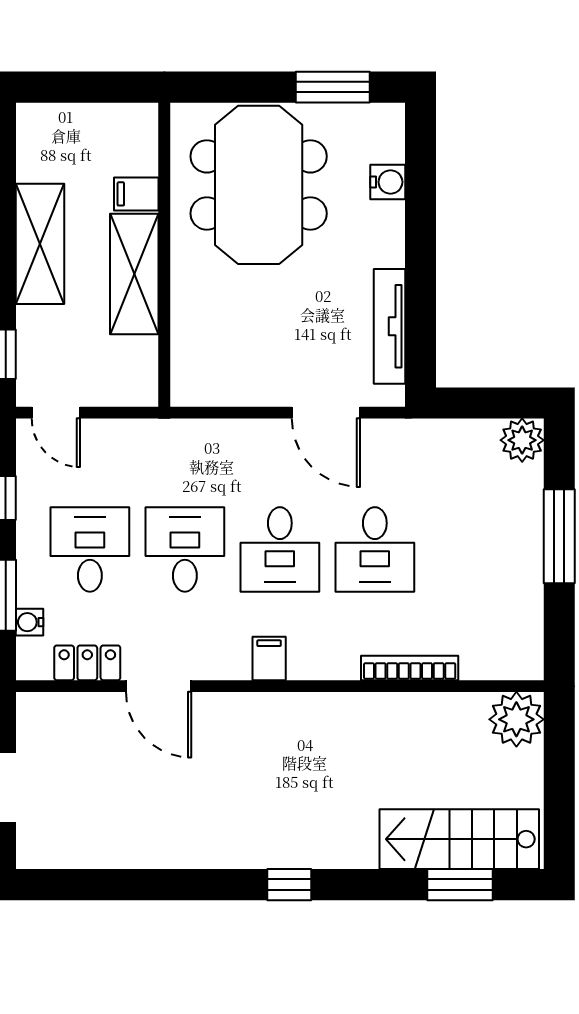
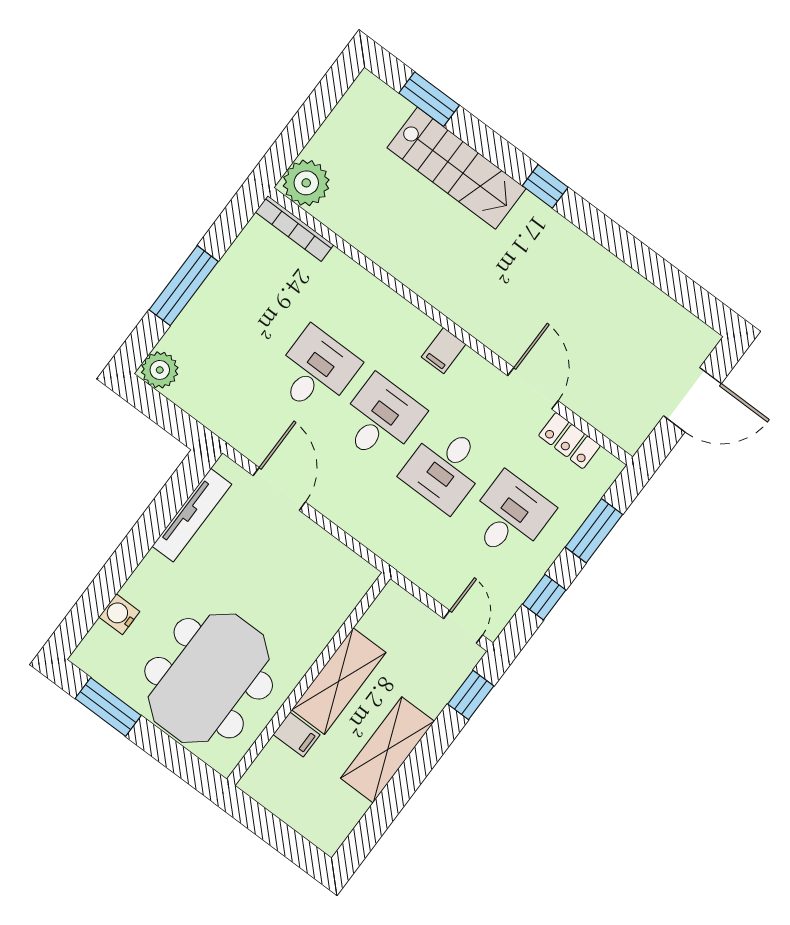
desk: (90, 549) -> (510, 516), turned 180
water cooler: (30, 622) -> (588, 498), removed
bookcase: (410, 668) -> (294, 229), moved
stairs: (459, 839) -> (456, 168), moved

